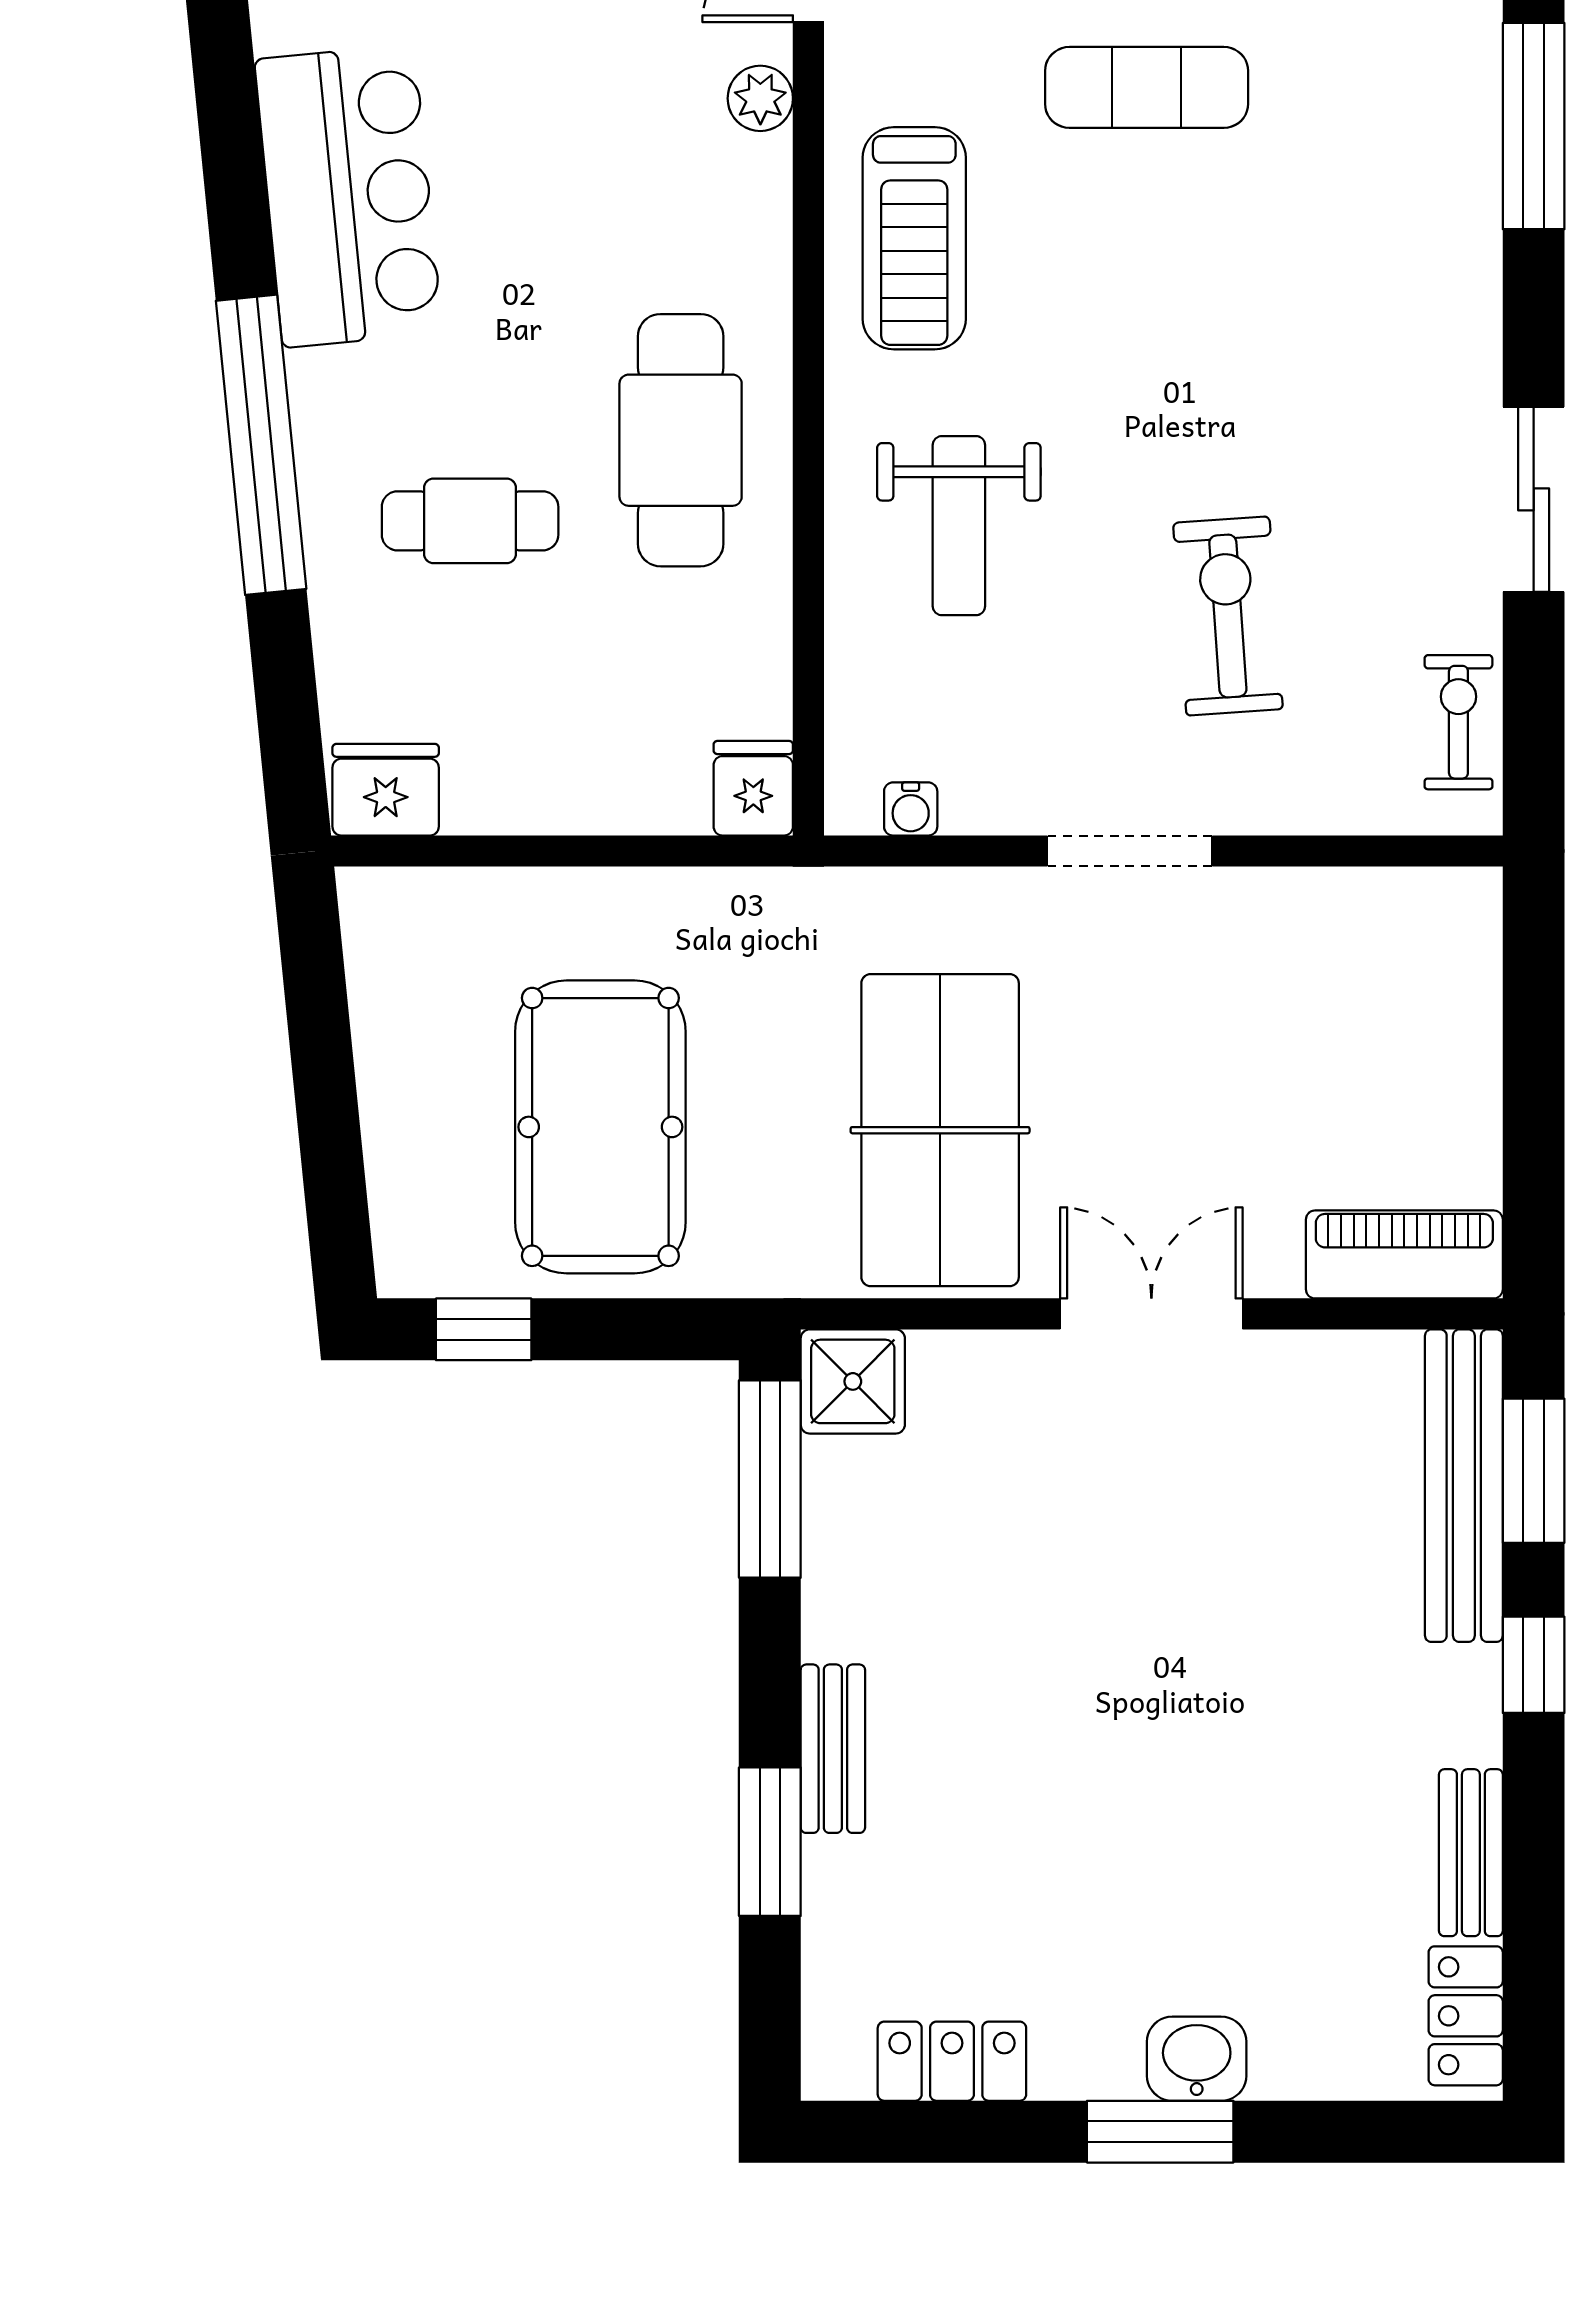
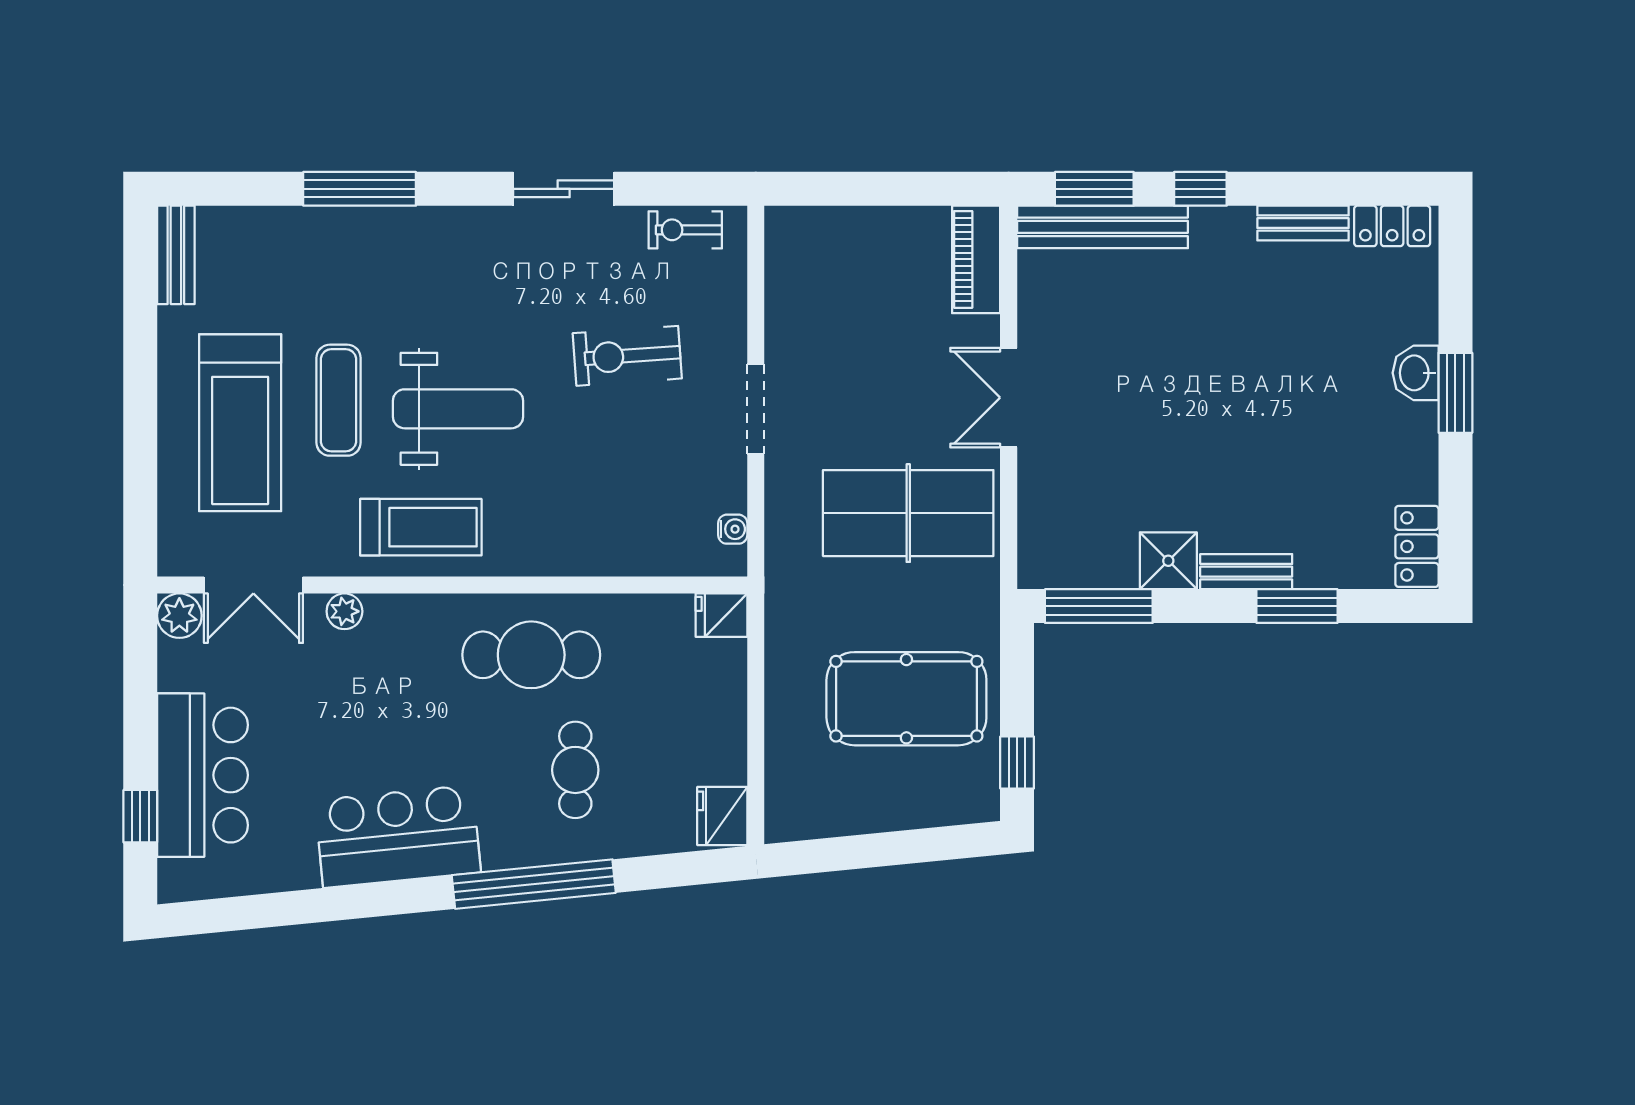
weight bench: (959, 526) -> (458, 409), moved, width x1.36, depth x1.33
shower: (853, 1381) -> (1168, 561), moved
locker: (952, 2061) -> (1417, 546), moved

